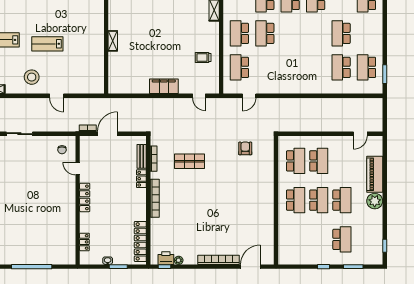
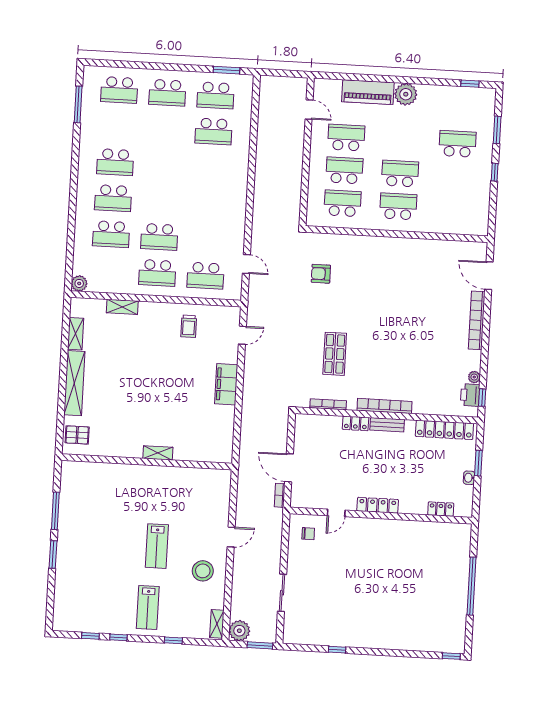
school desk: (341, 33) -> (167, 93), moved
bench: (142, 156) -> (387, 425), moved
school desk: (342, 200) -> (346, 138), moved

